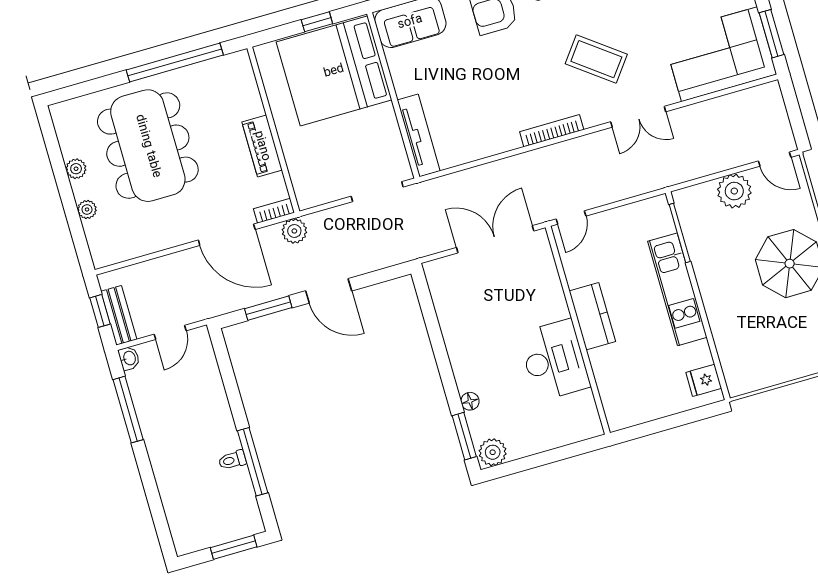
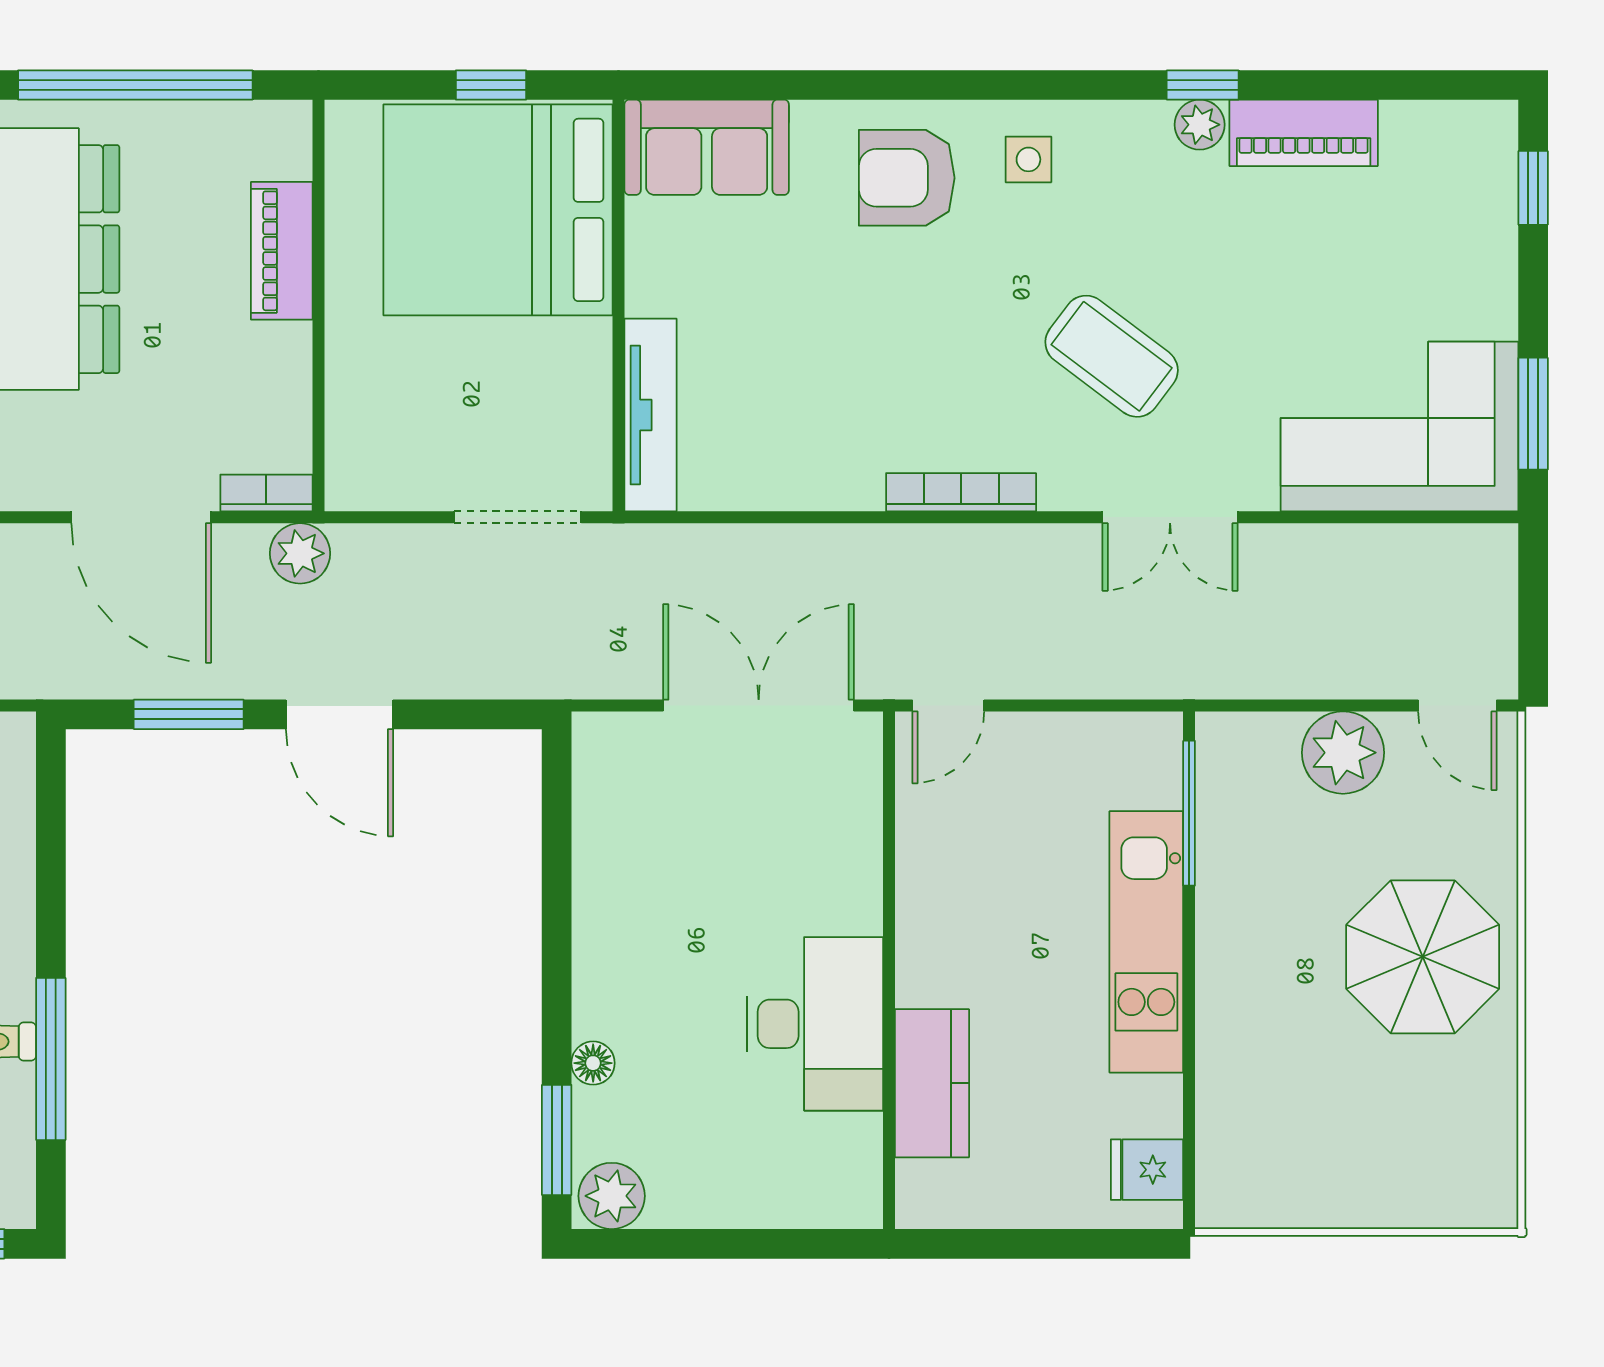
piano: (262, 146) -> (282, 251), moved
kitchen counter: (592, 316) -> (932, 1083), moved

